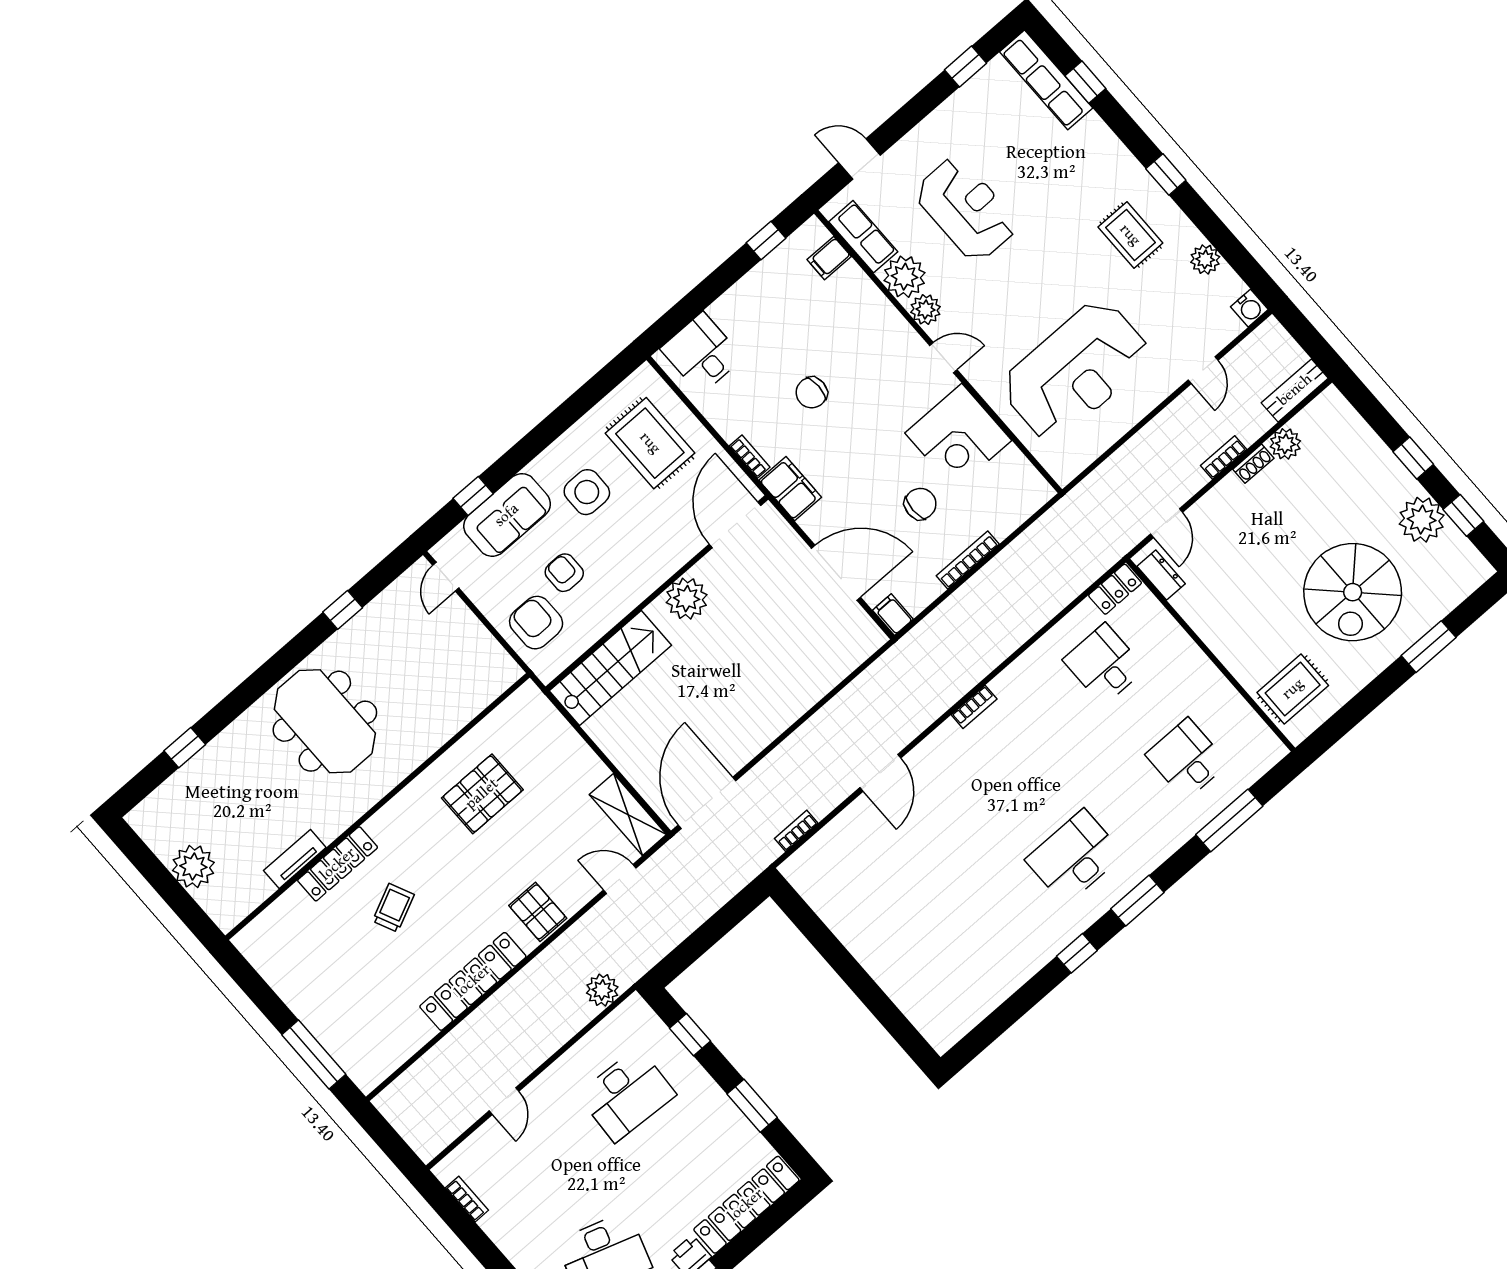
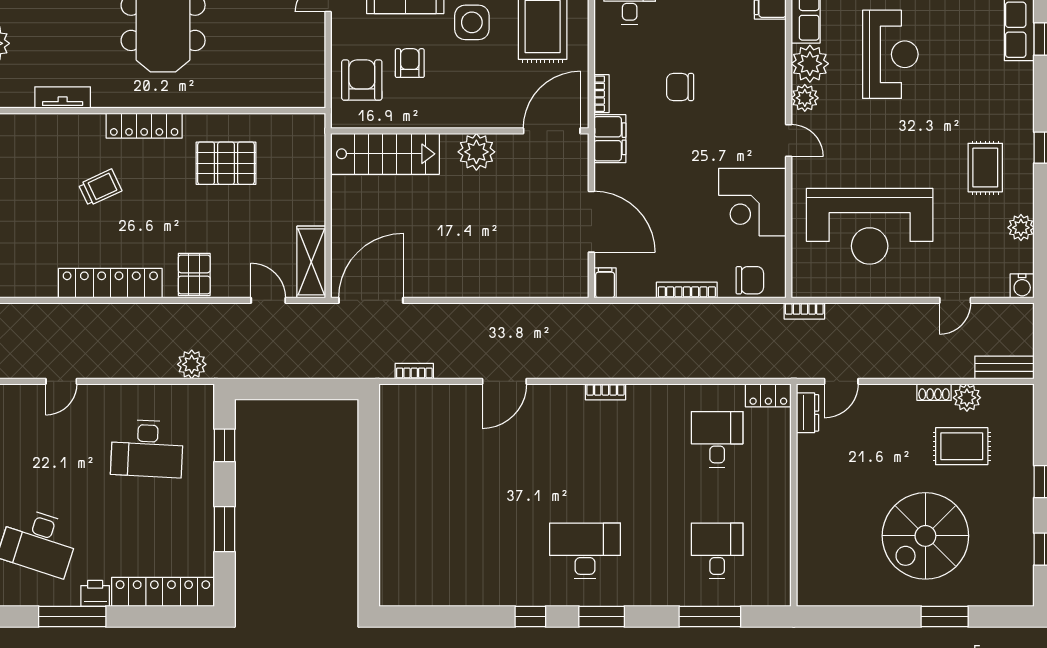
bookcase: (1224, 457) -> (804, 311), moved, turned 180
chair: (920, 504) -> (750, 280), moved
plant: (1422, 520) -> (1014, 528), removed
rug: (1293, 689) -> (962, 446), moved
locker: (338, 864) -> (144, 126), moved

